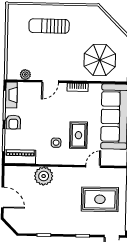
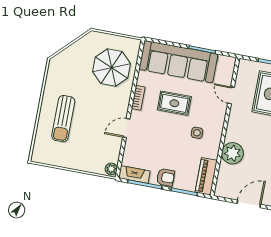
plant: (25, 75) -> (111, 169), moved
door: (50, 81) -> (126, 128), swing flipped
rug: (78, 135) -> (174, 103), moved

